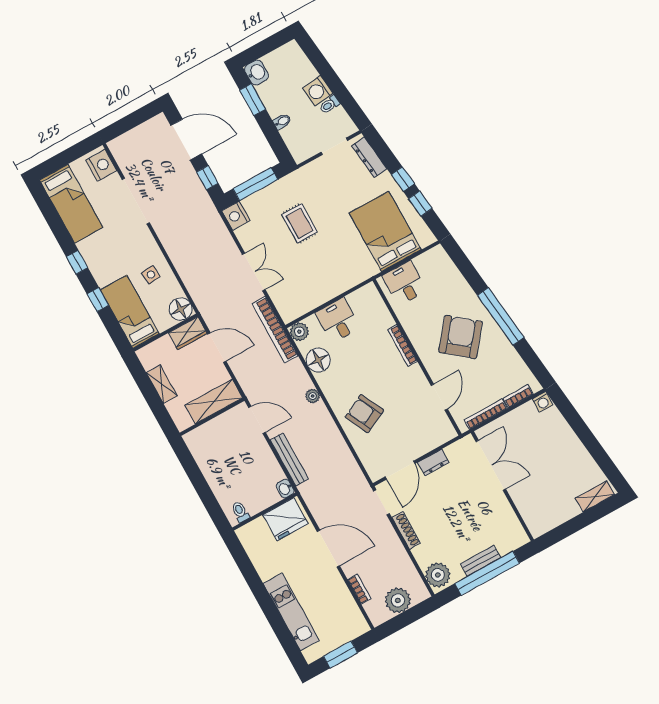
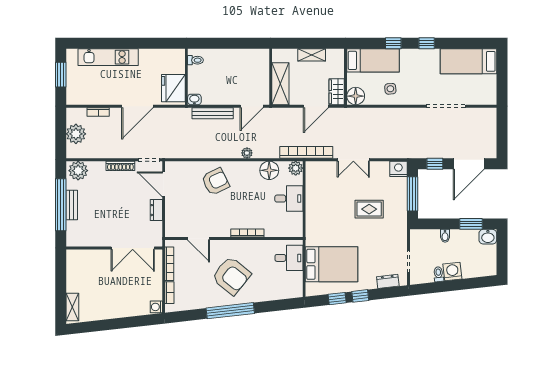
dresser: (369, 157) -> (388, 281), width x0.70
nightstand: (101, 165) -> (483, 96), removed

